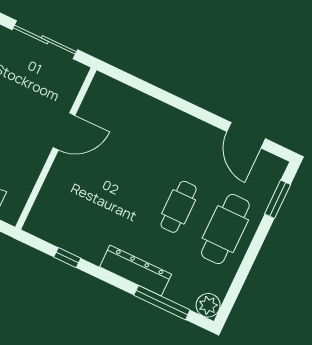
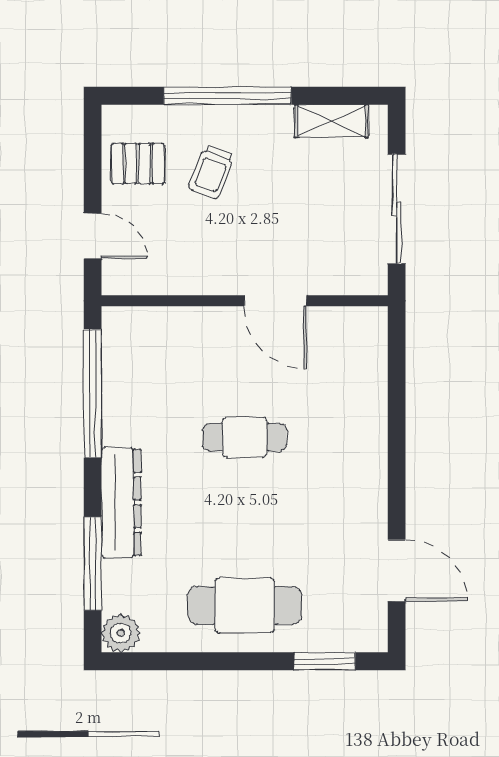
door: (246, 135) -> (397, 570), swing flipped
cafe table: (179, 207) -> (245, 437), moved
window: (67, 258) -> (93, 393), width x3.17

